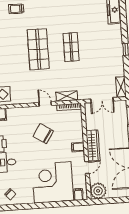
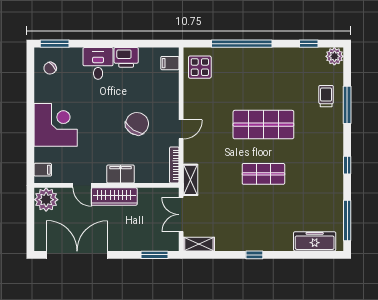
shelving: (67, 96) -> (191, 180), moved
filing cabinet: (78, 147) -> (121, 174), width x2.00
corner desk: (53, 182) -> (56, 125), width x0.74, depth x0.74

